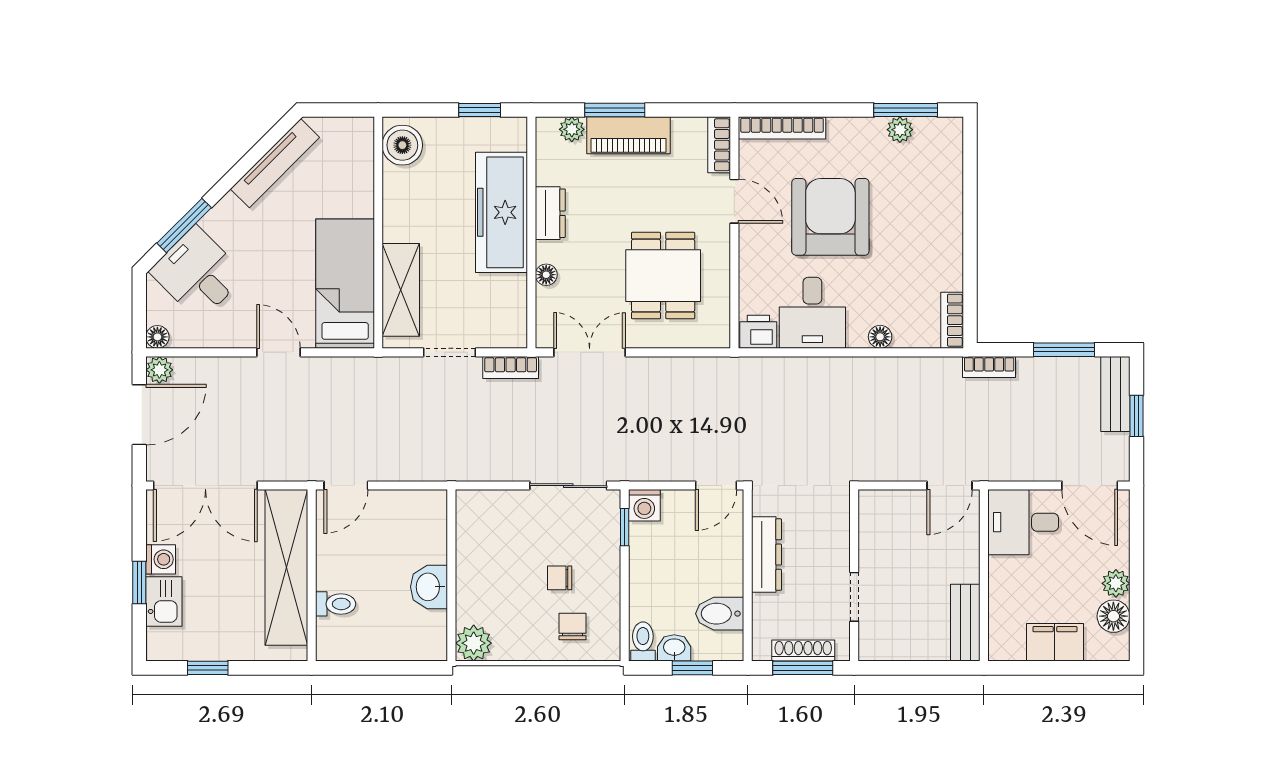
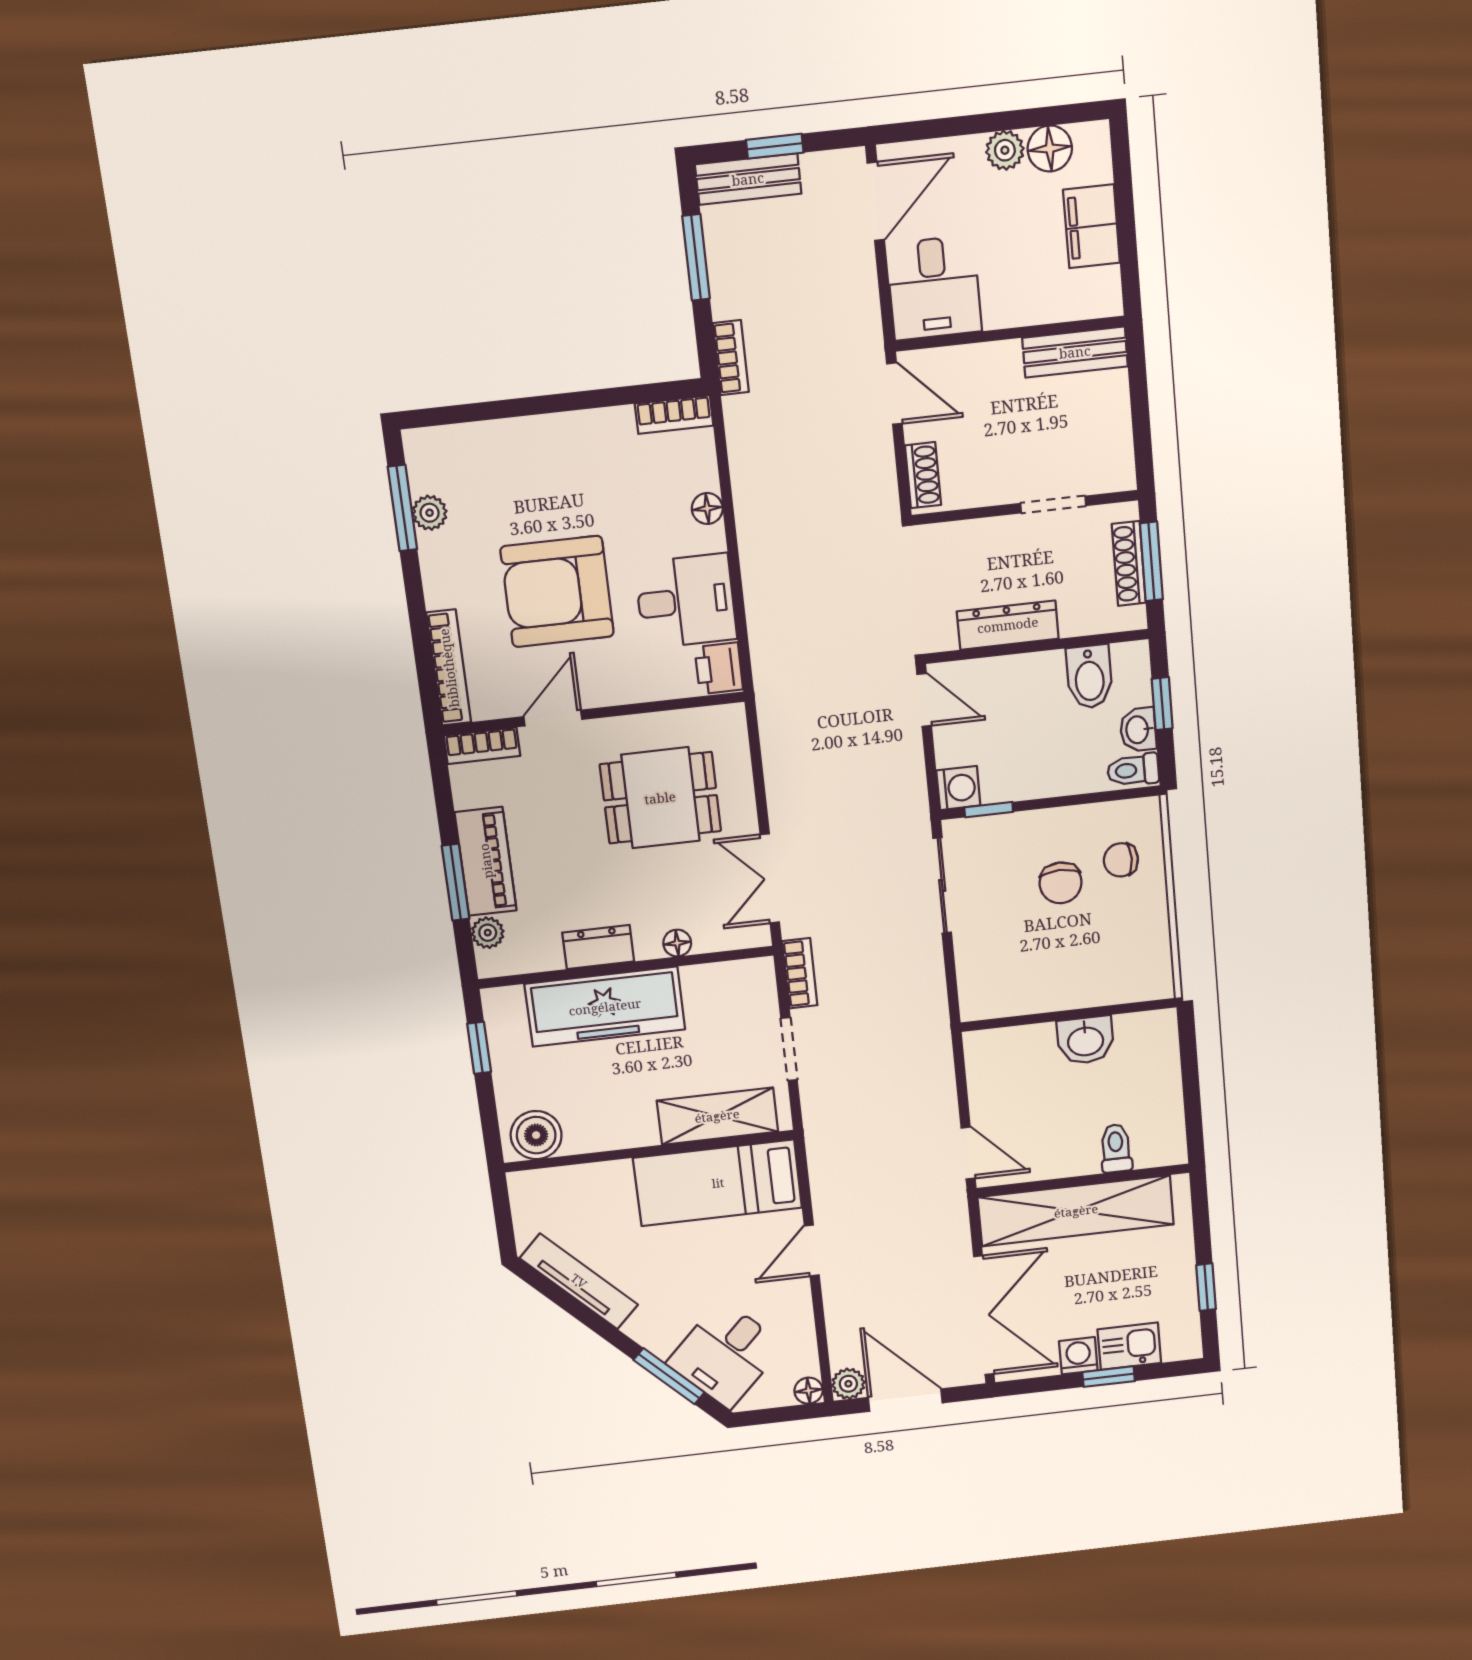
shoe rack: (887, 501) -> (923, 475), added
chair: (560, 578) -> (1061, 883), width x1.37, depth x1.37
plant: (474, 643) -> (1151, 979), removed

